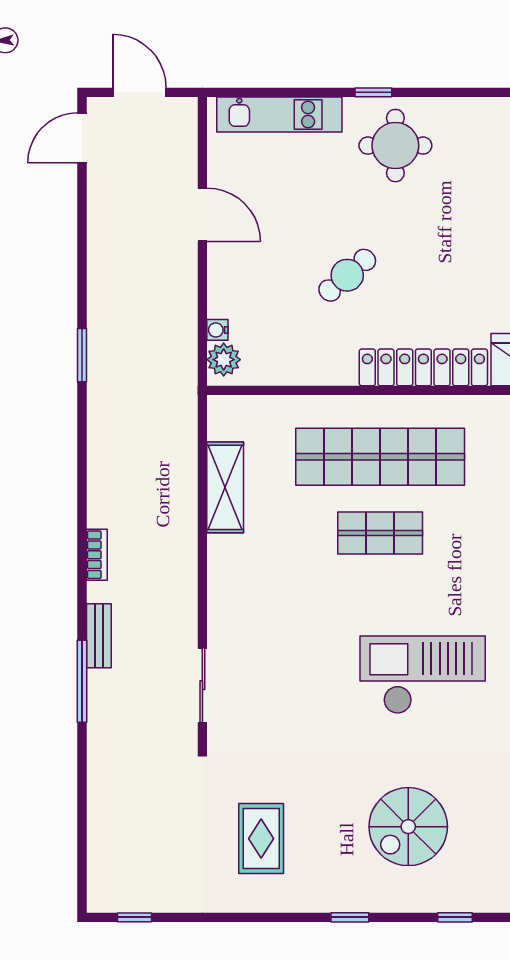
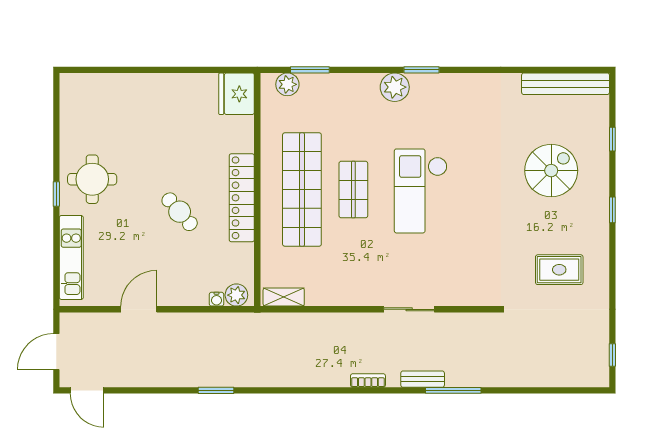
window: (82, 355) -> (216, 390), moved
locker: (423, 367) -> (242, 198), moved
shelving: (225, 487) -> (284, 297), moved, width x0.67, depth x0.75
checkout: (423, 675) -> (421, 191), moved
sliding door: (202, 685) -> (409, 309), moved
spiral stairs: (408, 827) -> (551, 171), turned -90

